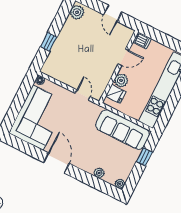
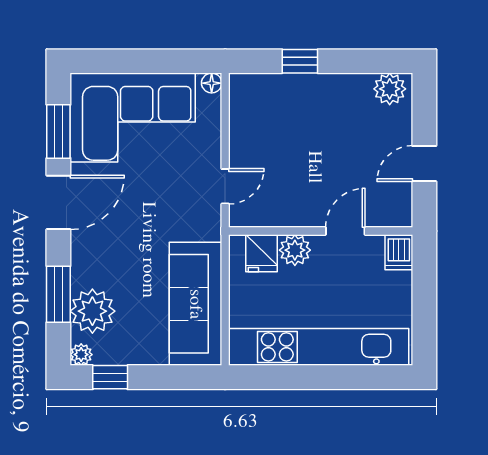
door: (123, 57) -> (345, 231), swing flipped
window: (29, 149) -> (58, 131), added
window: (144, 157) -> (110, 377), moved
plant: (99, 173) -> (92, 311), width x1.88, depth x1.88
window: (92, 181) -> (58, 294), added

